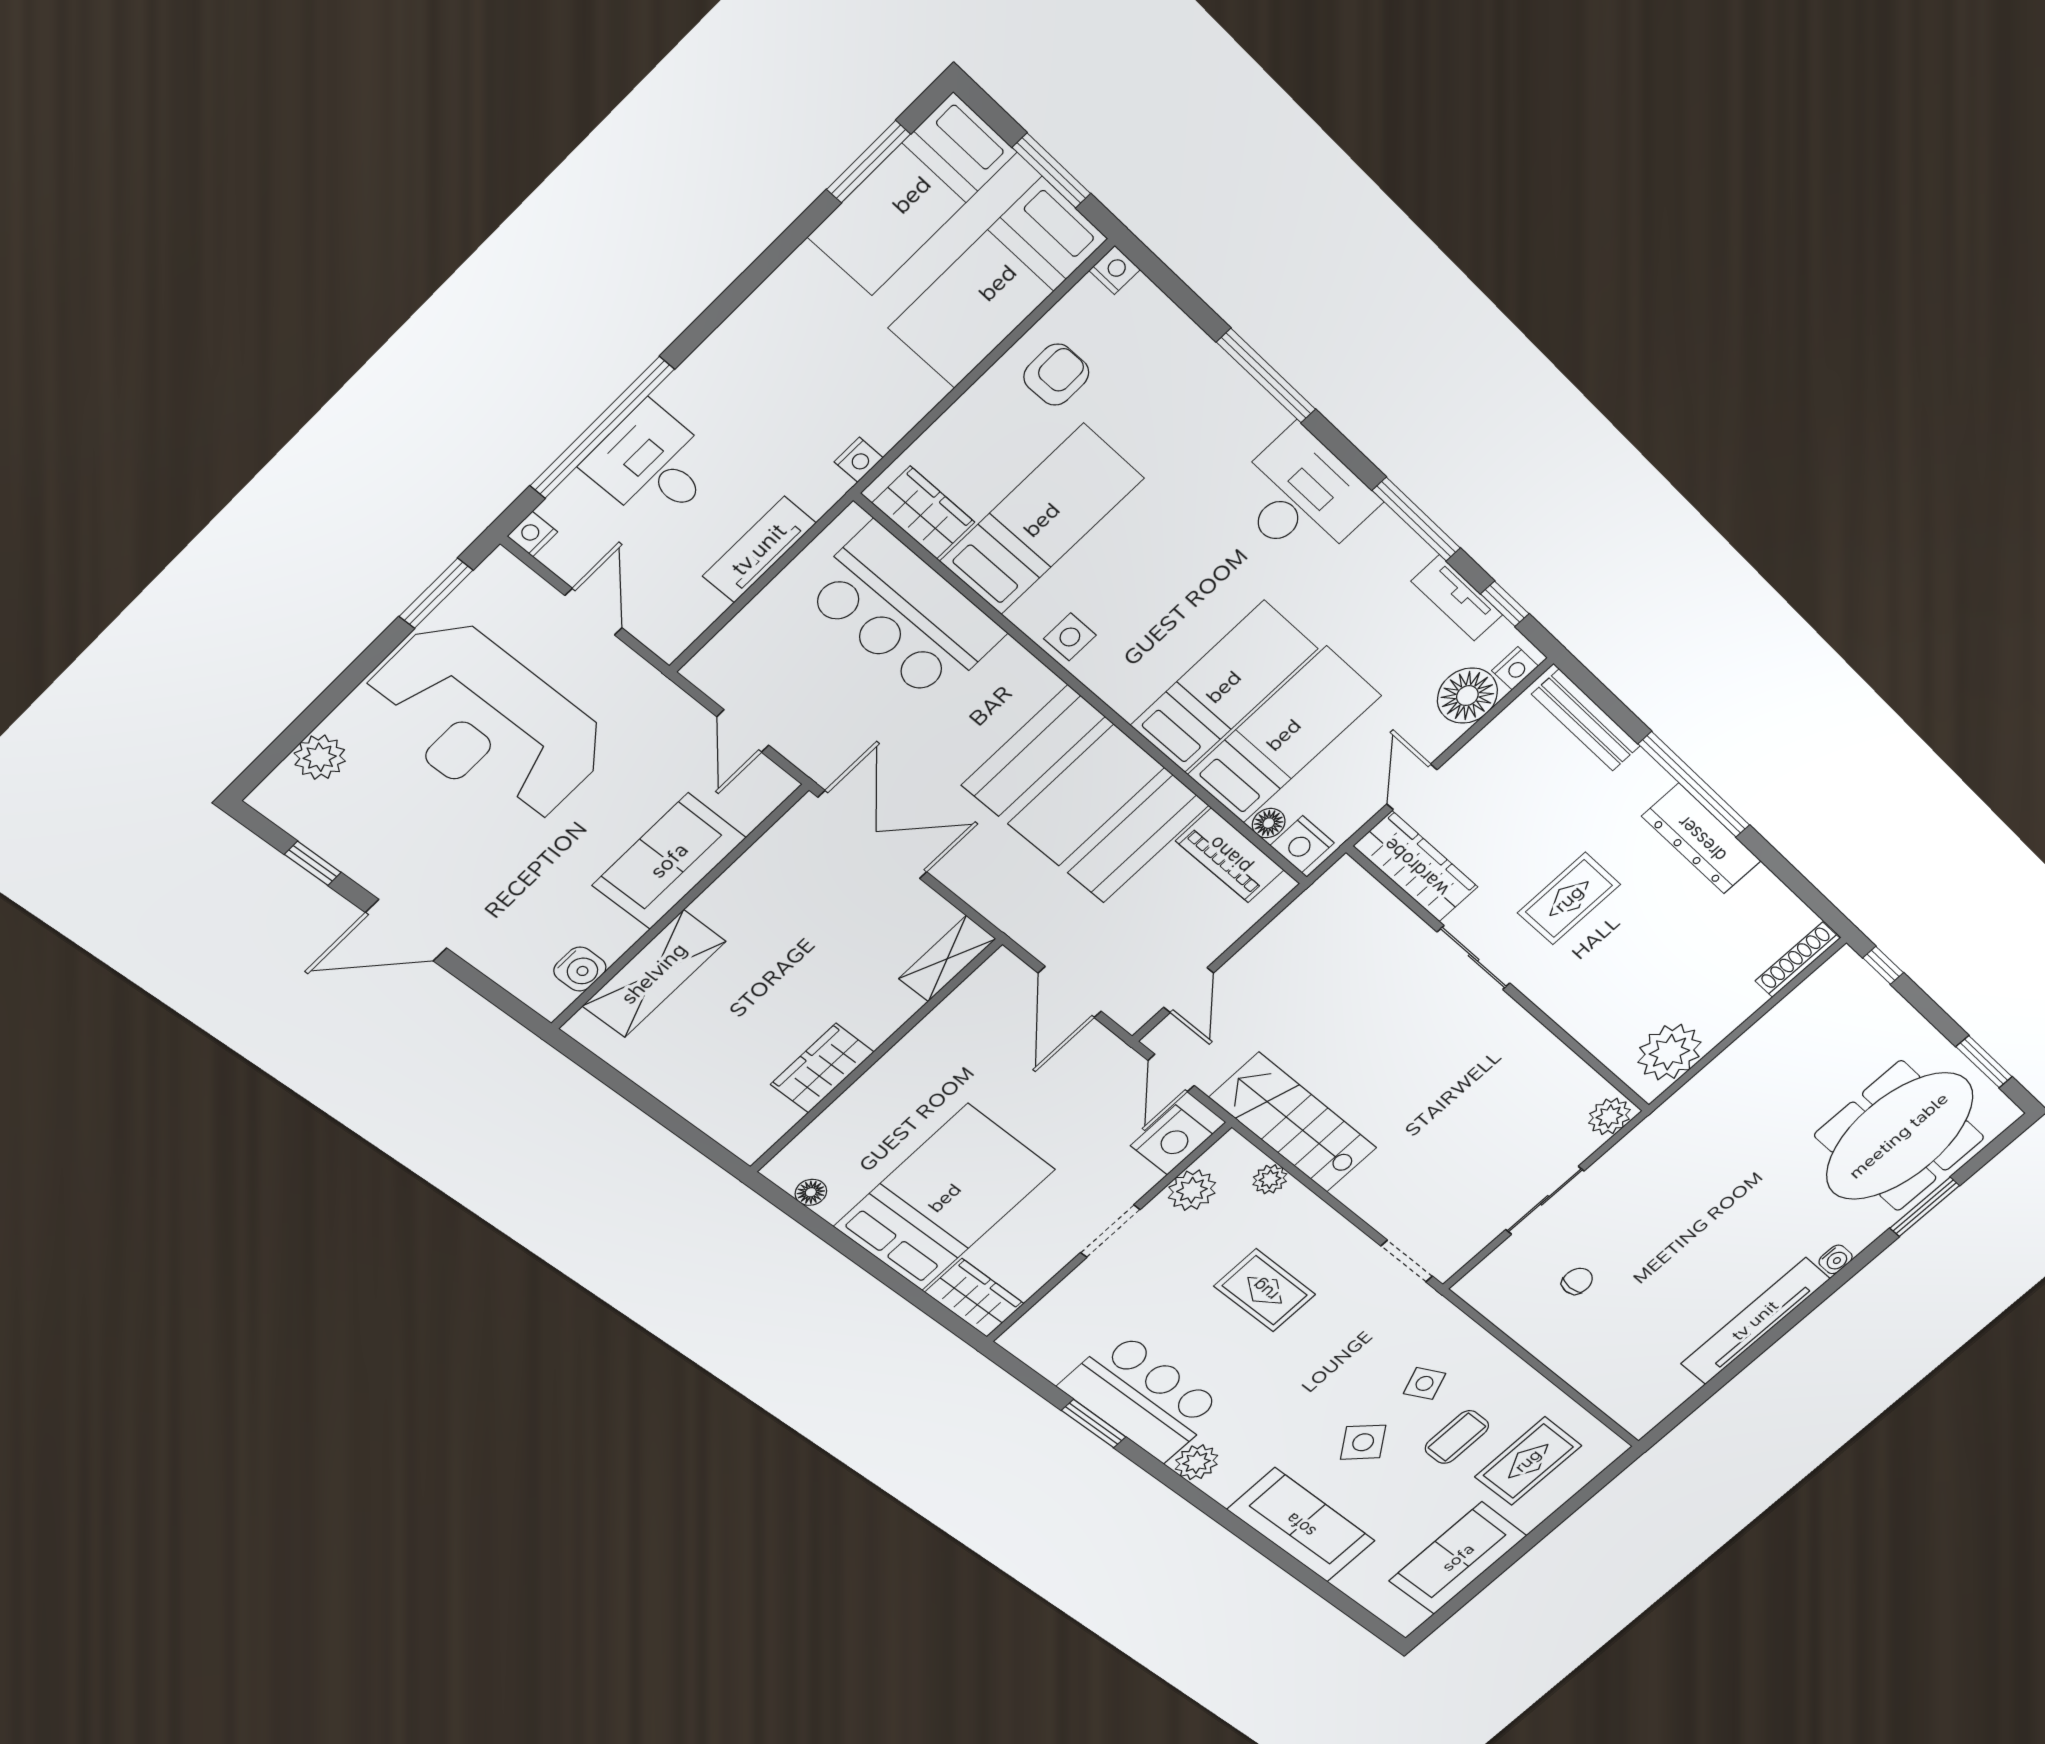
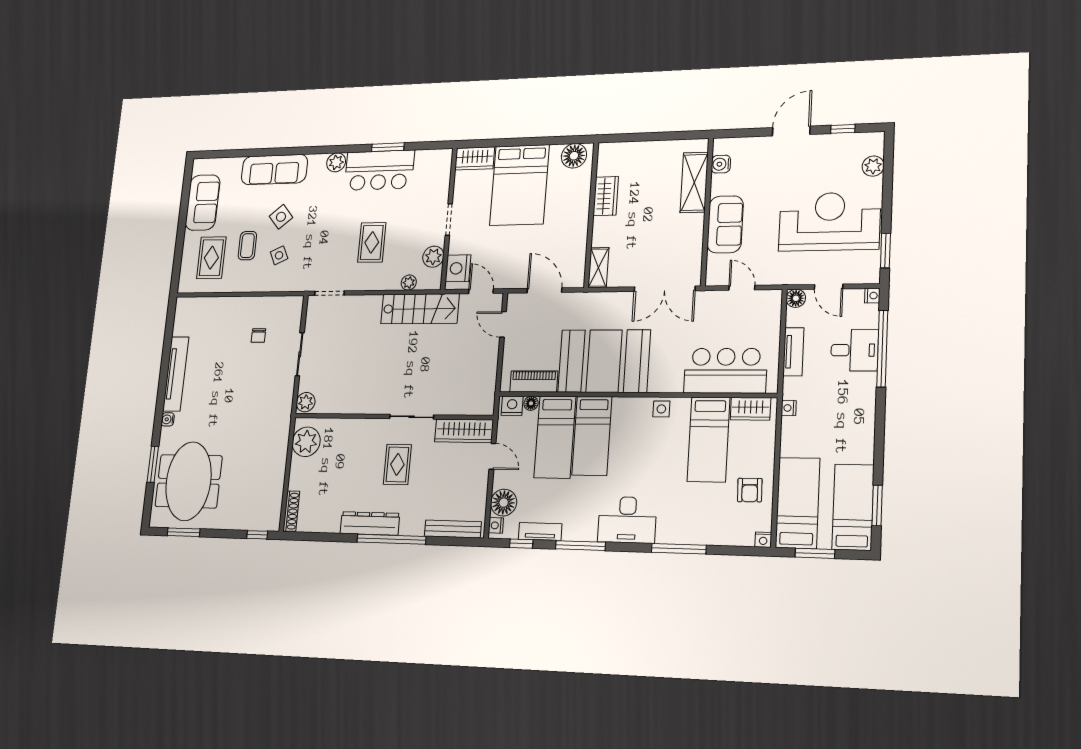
floor lamp: (668, 638) -> (796, 298), added
floor lamp: (811, 1192) -> (574, 156), width x1.89, depth x1.89
rug: (1265, 1290) -> (372, 242), turned 90

